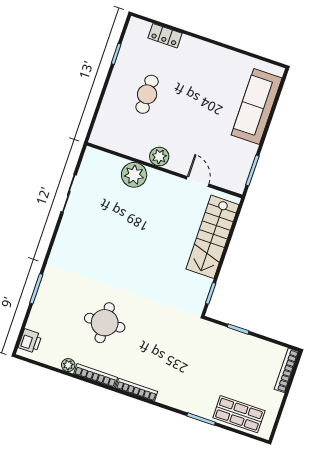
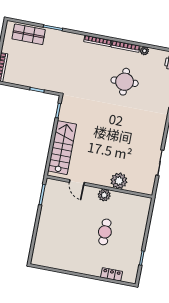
cafe table: (147, 94) -> (105, 232), moved
sofa: (257, 106) -> (45, 237), removed

